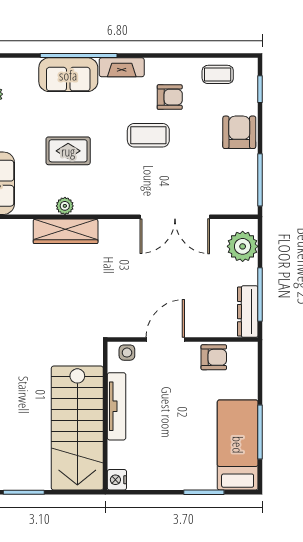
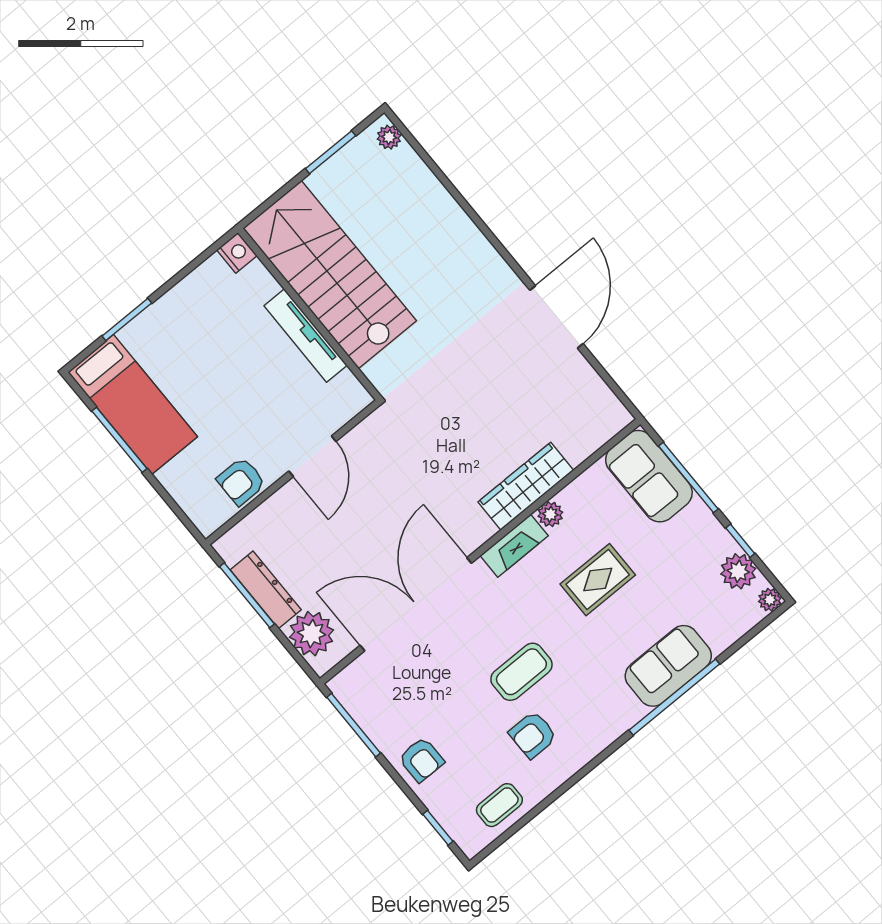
fireplace: (122, 67) -> (514, 546), moved, turned 180
armchair: (239, 132) -> (421, 760), width x0.72, depth x0.72
double door: (175, 217) -> (416, 604), width x1.36
dresser: (248, 312) -> (266, 590), moved
side table: (127, 353) -> (344, 406), removed

